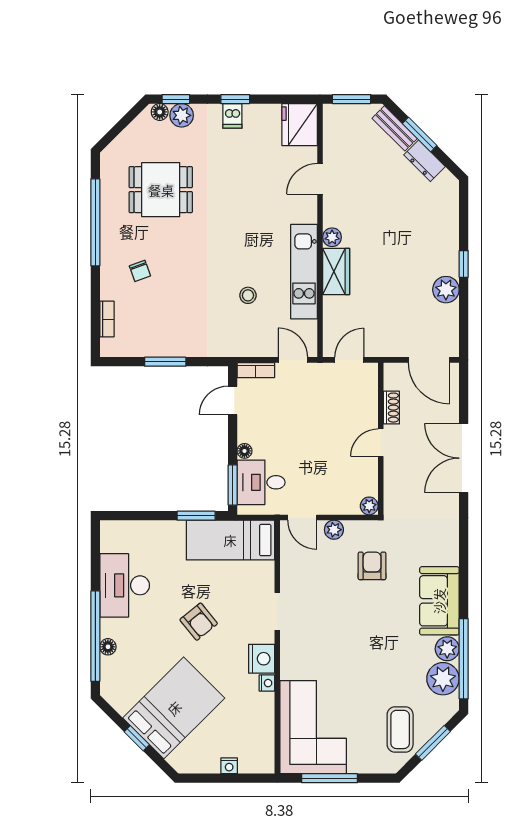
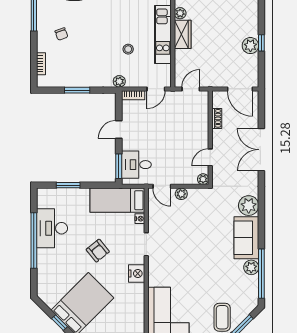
window: (464, 264) -> (261, 43), moved
plant: (233, 348) -> (119, 81), added
door: (293, 360) -> (156, 89), swing flipped
door: (233, 401) -> (119, 129), moved
door: (381, 443) -> (210, 157), moved
floor lamp: (244, 451) -> (126, 145), removed
window: (196, 516) -> (68, 185), moved
armchair: (372, 566) -> (205, 216), removed
window: (95, 636) -> (34, 240), moved
floor lamp: (108, 647) -> (42, 266), removed
plant: (443, 679) -> (249, 206), moved
nightstand: (267, 683) -> (140, 219), moved

